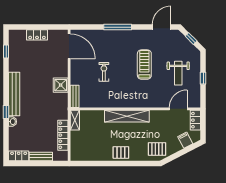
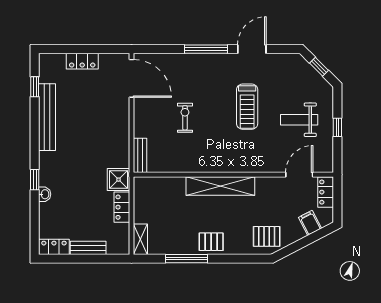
door: (162, 27) -> (252, 49), moved
treadmill: (144, 65) -> (247, 107), turned 180
weight bench: (178, 73) -> (299, 120), turned 90
shower: (61, 85) -> (119, 180), moved
bench: (14, 94) -> (47, 117), moved
shelving: (75, 120) -> (140, 239), moved
locker: (63, 135) -> (122, 207), width x0.66
window: (105, 163) -> (186, 259), added

